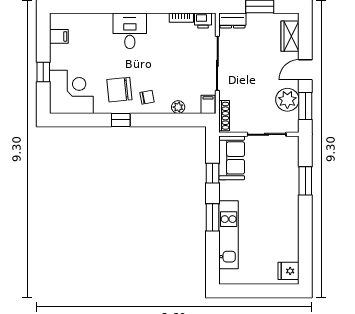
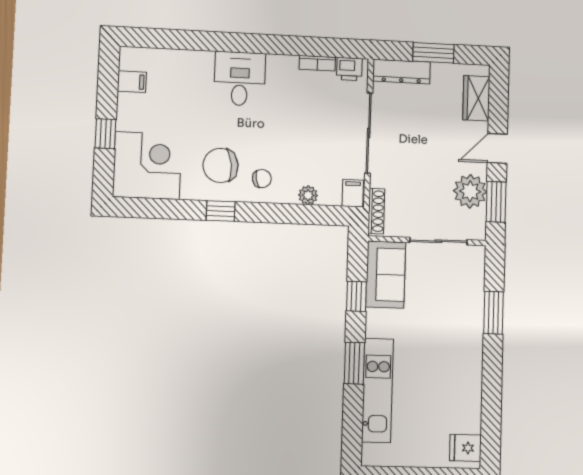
dresser: (232, 20) -> (401, 72), width x1.44

